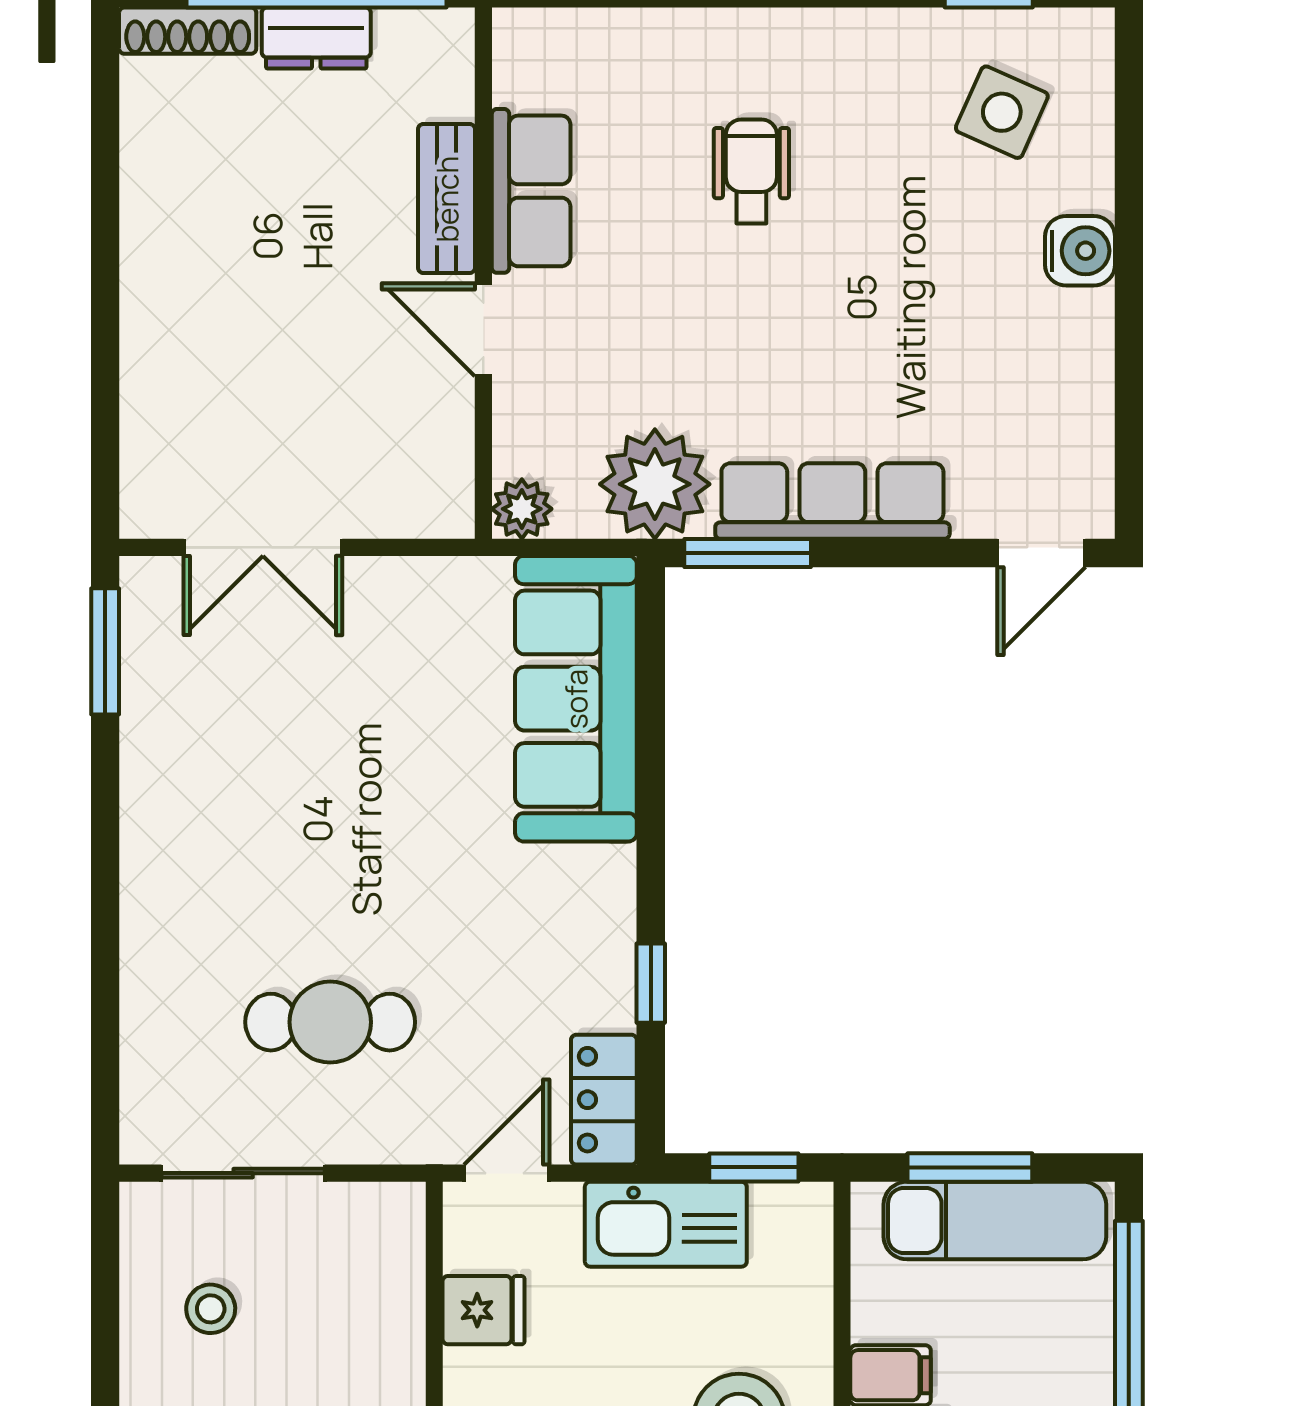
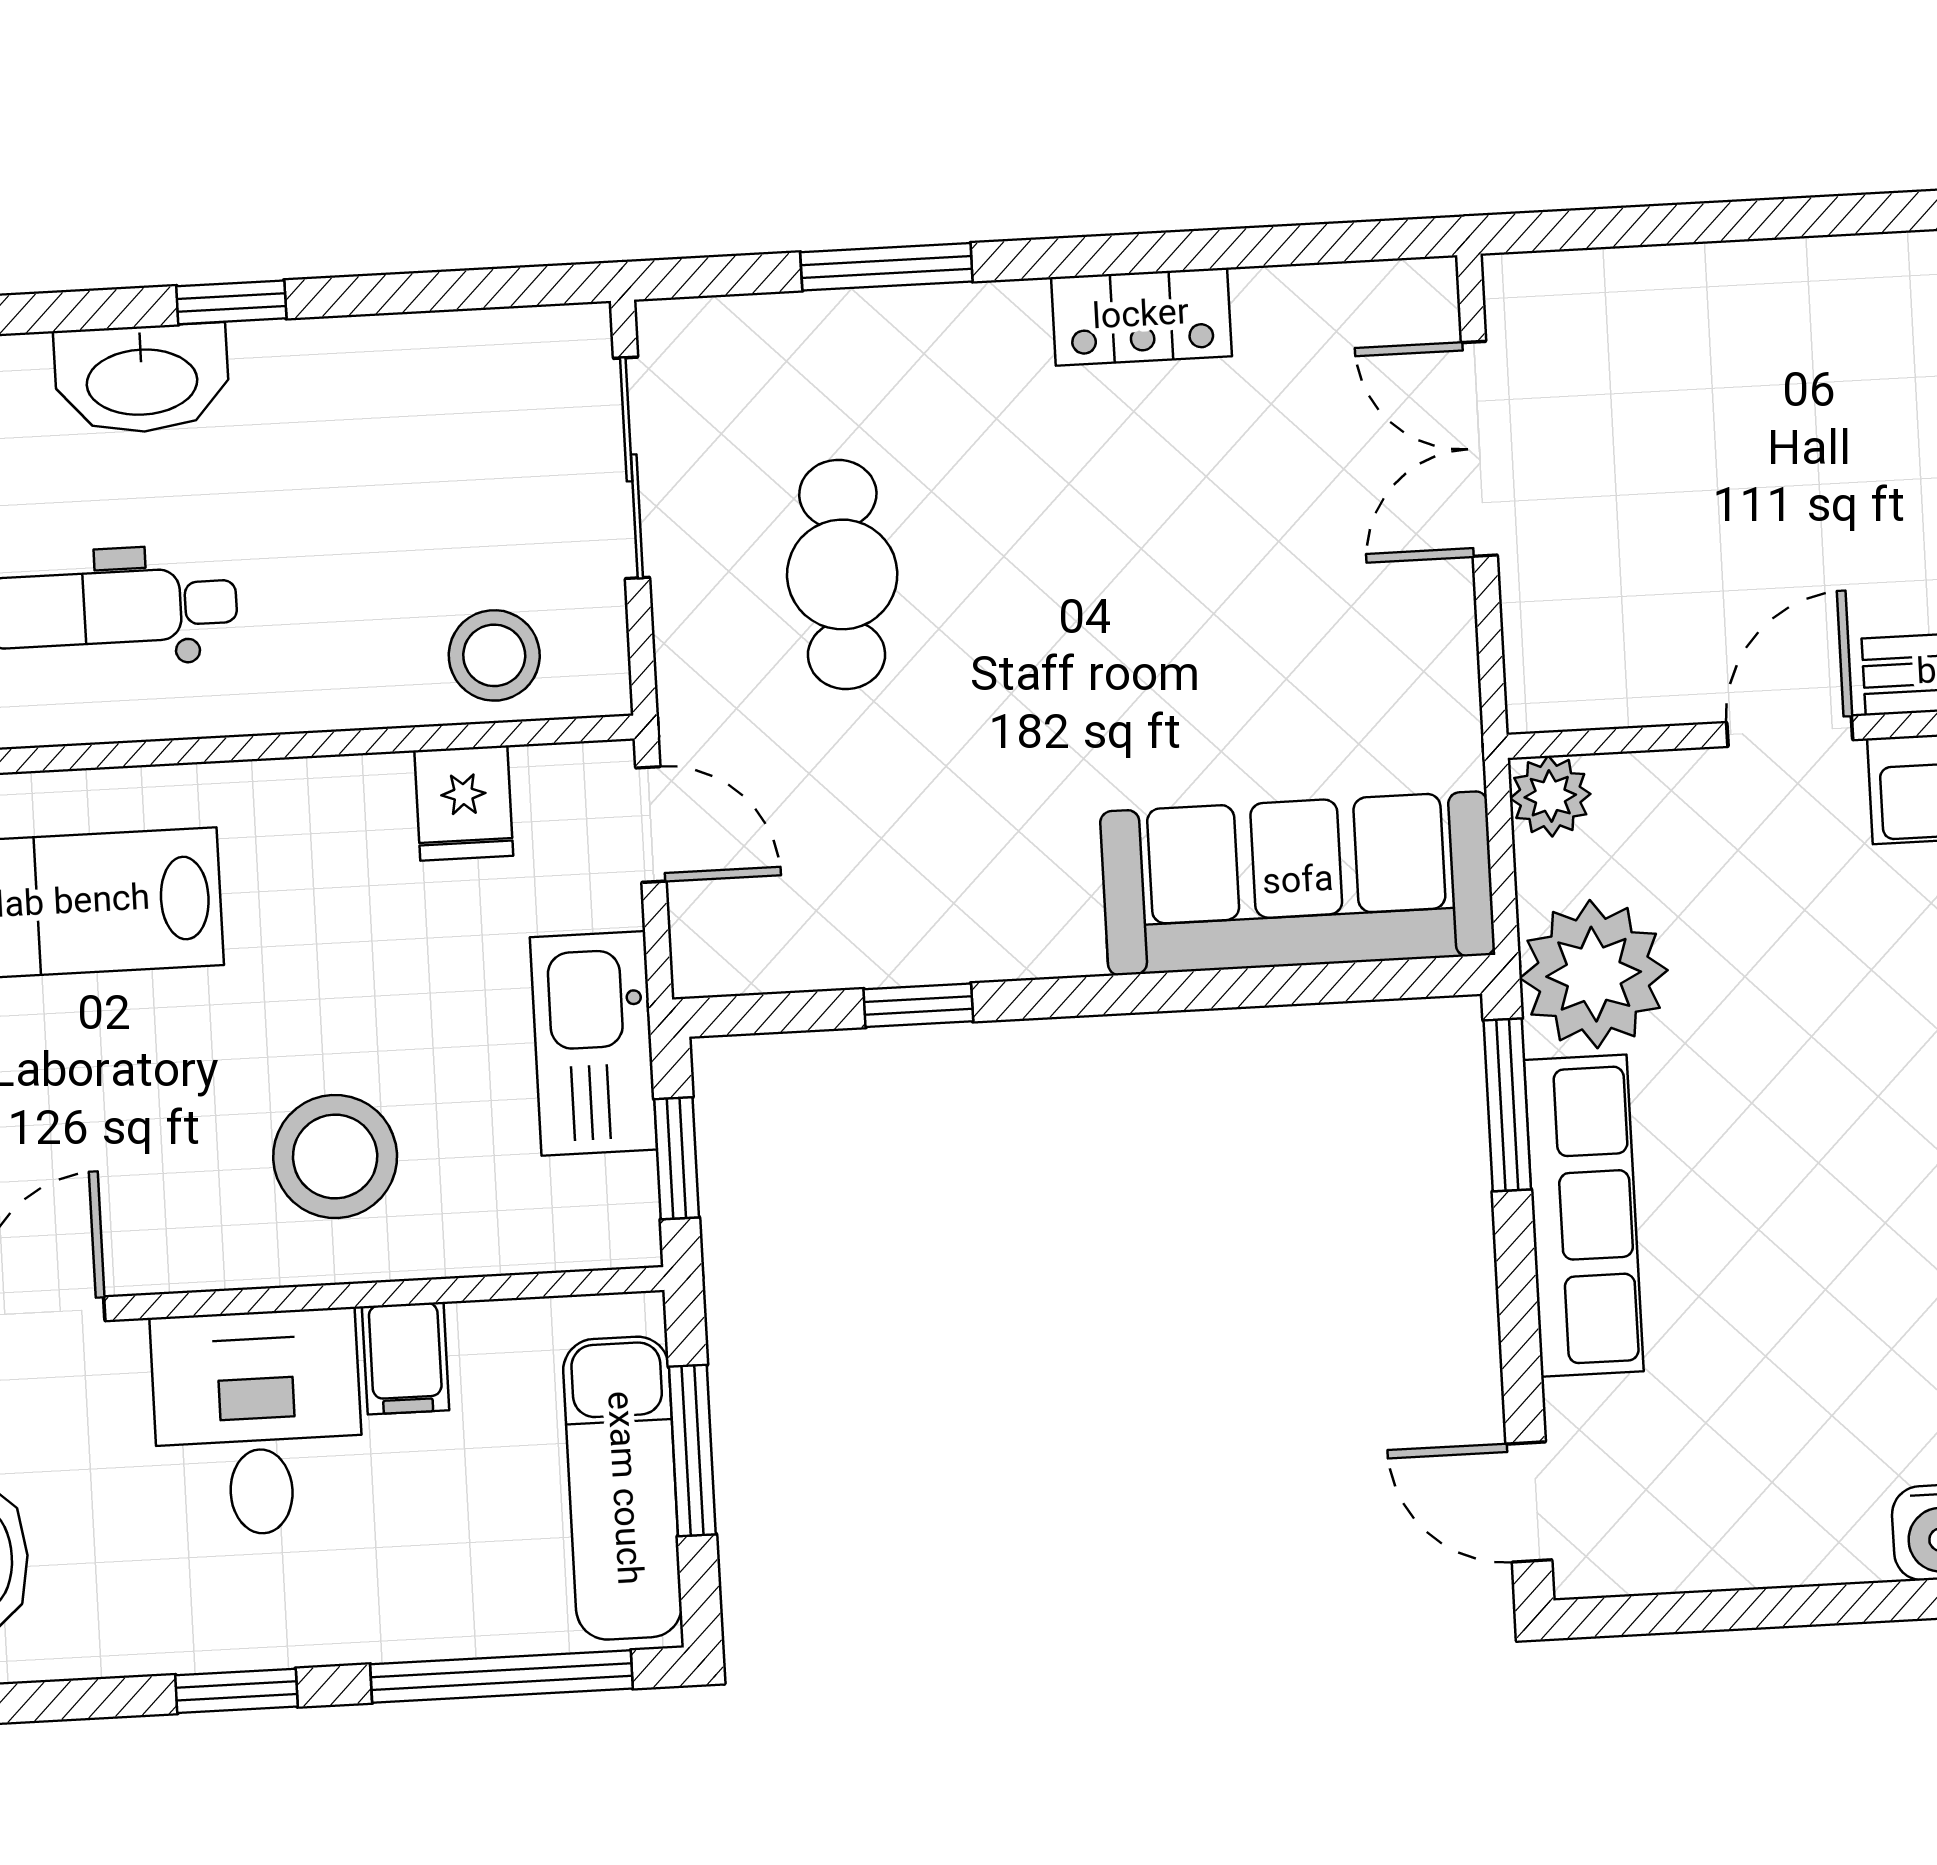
window: (105, 651) -> (886, 267), moved
locker: (604, 1100) -> (1141, 317), moved, turned 180
stool: (211, 1309) -> (494, 655), moved, width x1.37, depth x1.37

